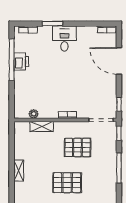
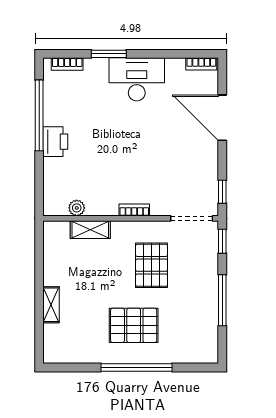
desk: (64, 39) -> (137, 79), width x1.37
printer: (21, 61) -> (55, 142), moved
pallet: (77, 147) -> (152, 265), turned 90

